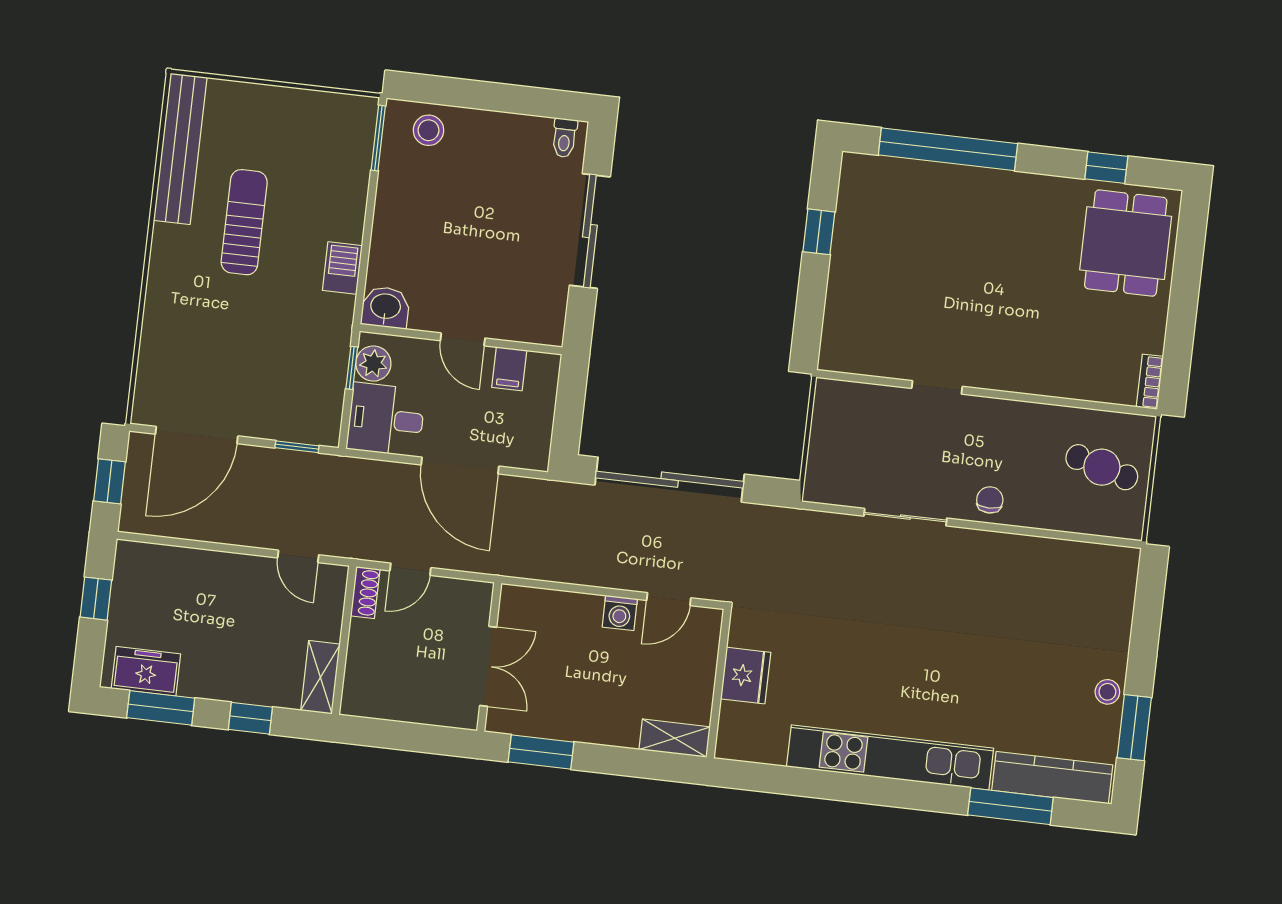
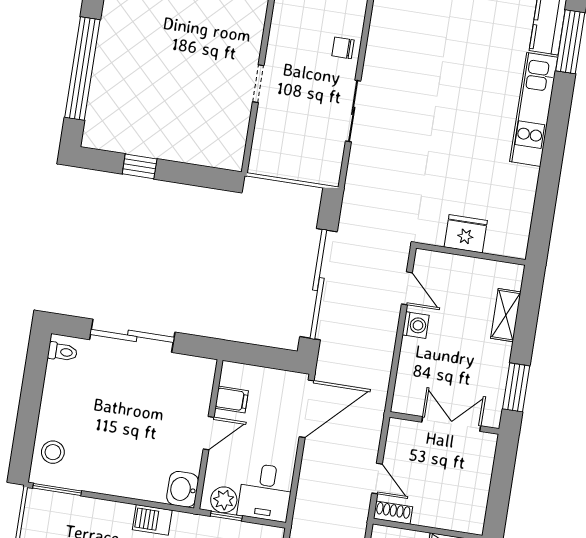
door: (460, 466) -> (307, 409), moved
shelving: (675, 738) -> (506, 315), moved
kitchen unit: (890, 757) -> (534, 109), width x0.73

